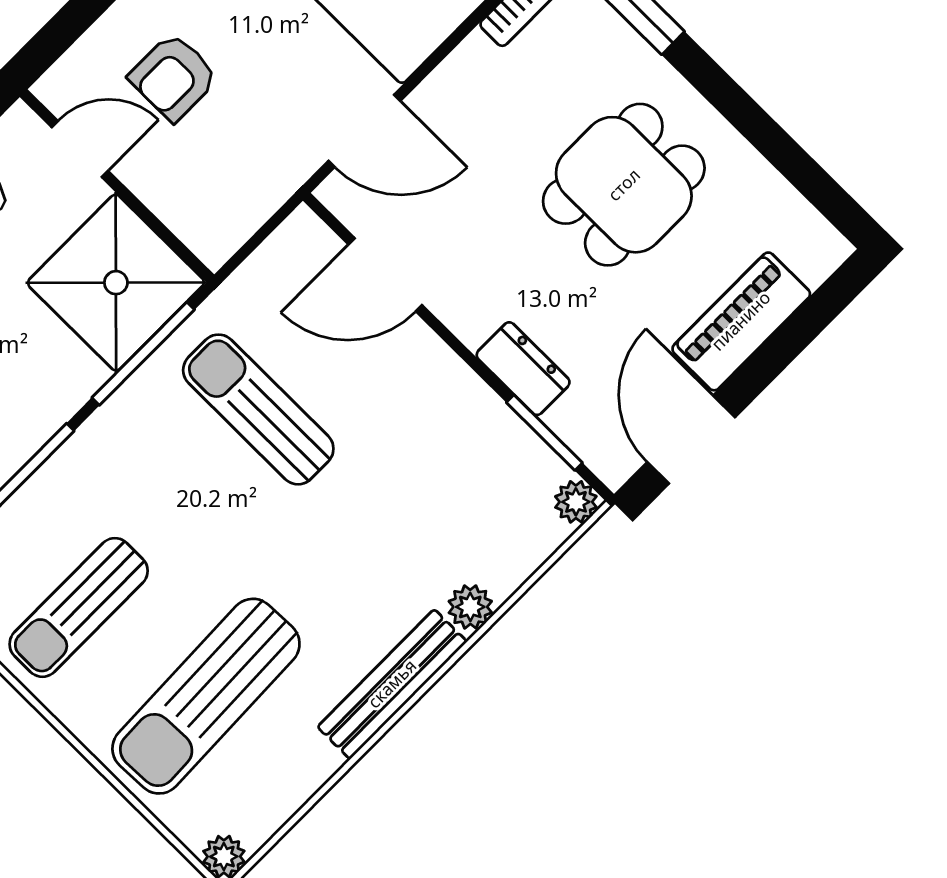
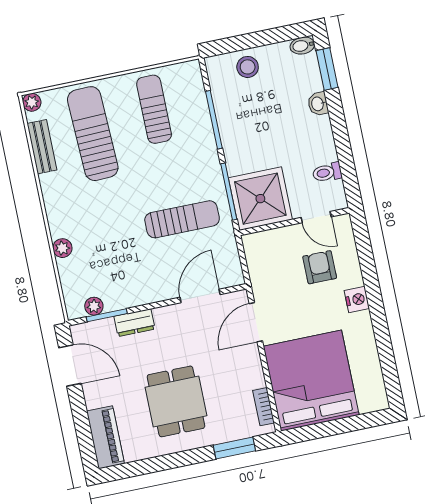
door: (80, 149) -> (316, 217), hinge flipped
piano: (741, 321) -> (105, 437), moved
plant: (576, 502) -> (94, 306), moved
bench: (392, 684) -> (42, 147), moved, width x0.73

